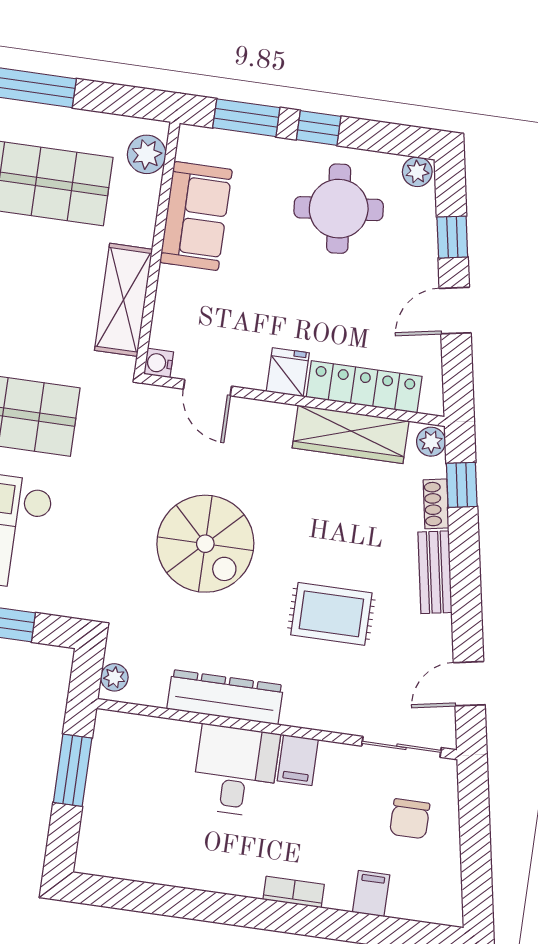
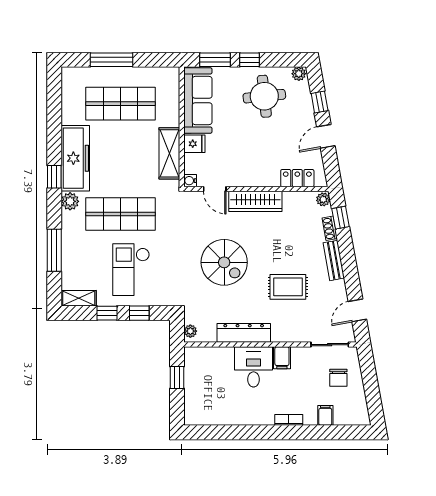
plant: (147, 154) -> (171, 84), removed
sofa: (196, 216) -> (198, 101), width x1.36
fridge: (288, 372) -> (194, 144), moved, turned 90
locker: (364, 387) -> (297, 178), width x0.66
wardrobe: (351, 434) -> (255, 201), moved
window: (73, 770) -> (177, 378), width x0.67

